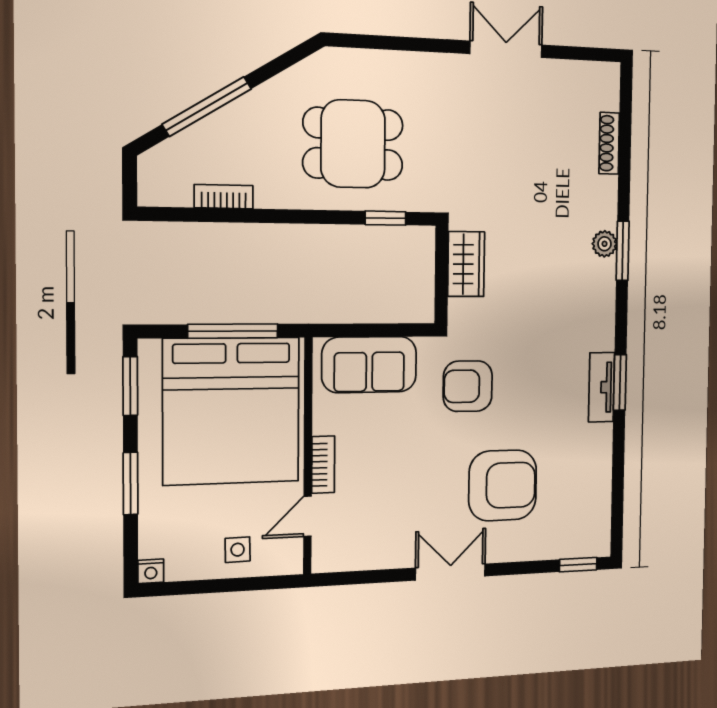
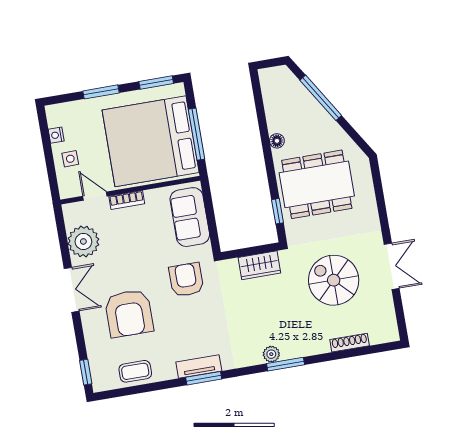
dining table: (353, 144) -> (317, 184), width x1.38
spiral stairs: (511, 148) -> (334, 280), added
floor lamp: (268, 196) -> (277, 141), added
bookcase: (224, 197) -> (272, 116), removed
plant: (605, 244) -> (271, 354), moved
coffee table: (591, 487) -> (135, 371), added
plant: (378, 544) -> (83, 241), added
nightstand: (151, 571) -> (56, 135), moved

